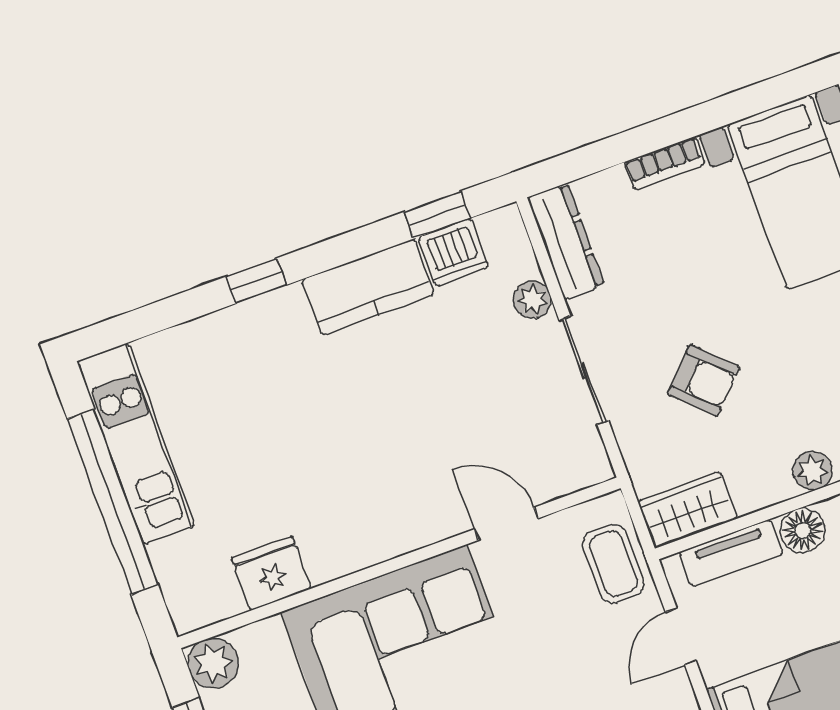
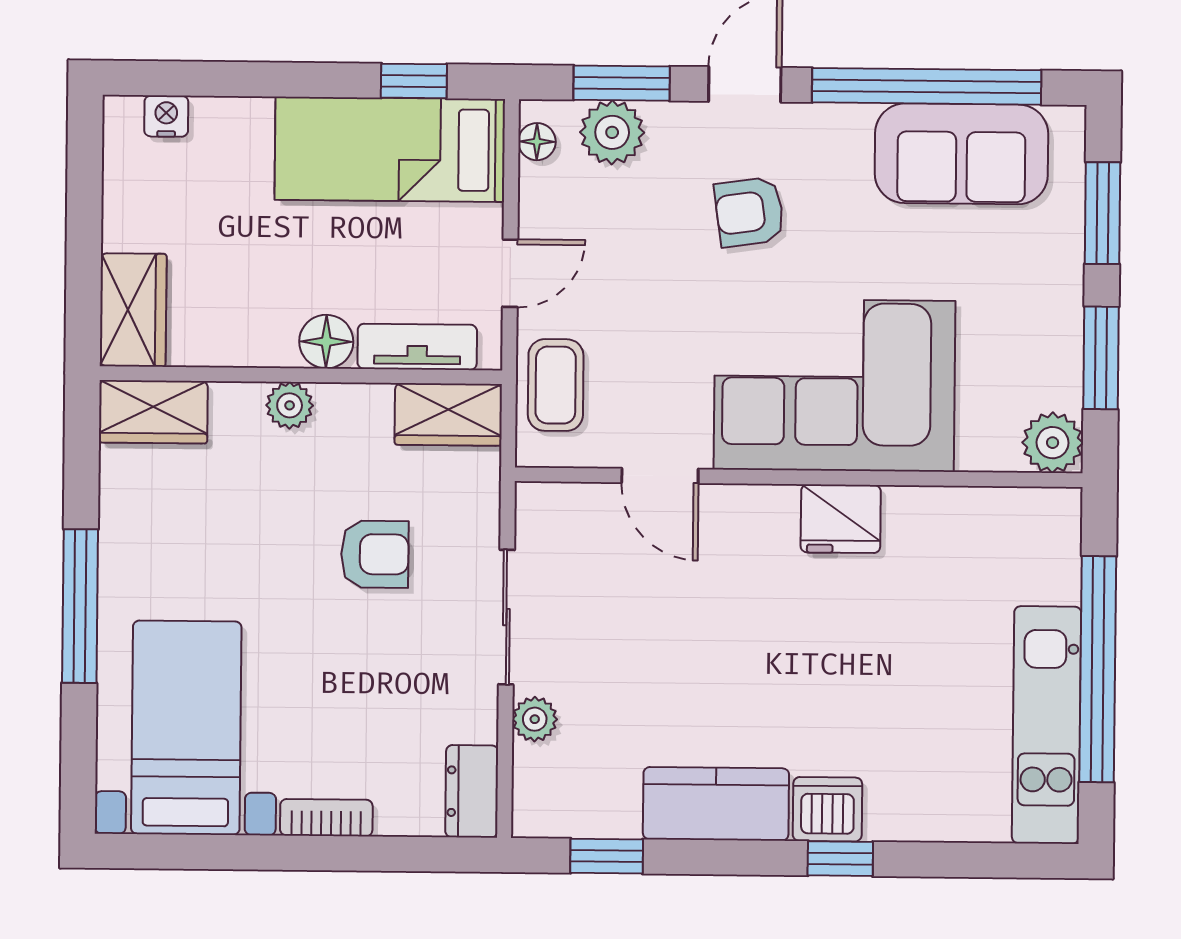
dresser: (566, 241) -> (472, 791), width x0.70
dishwasher: (453, 252) -> (827, 809), moved
armchair: (704, 381) -> (375, 554), turned 136
fridge: (271, 573) -> (841, 519), moved

